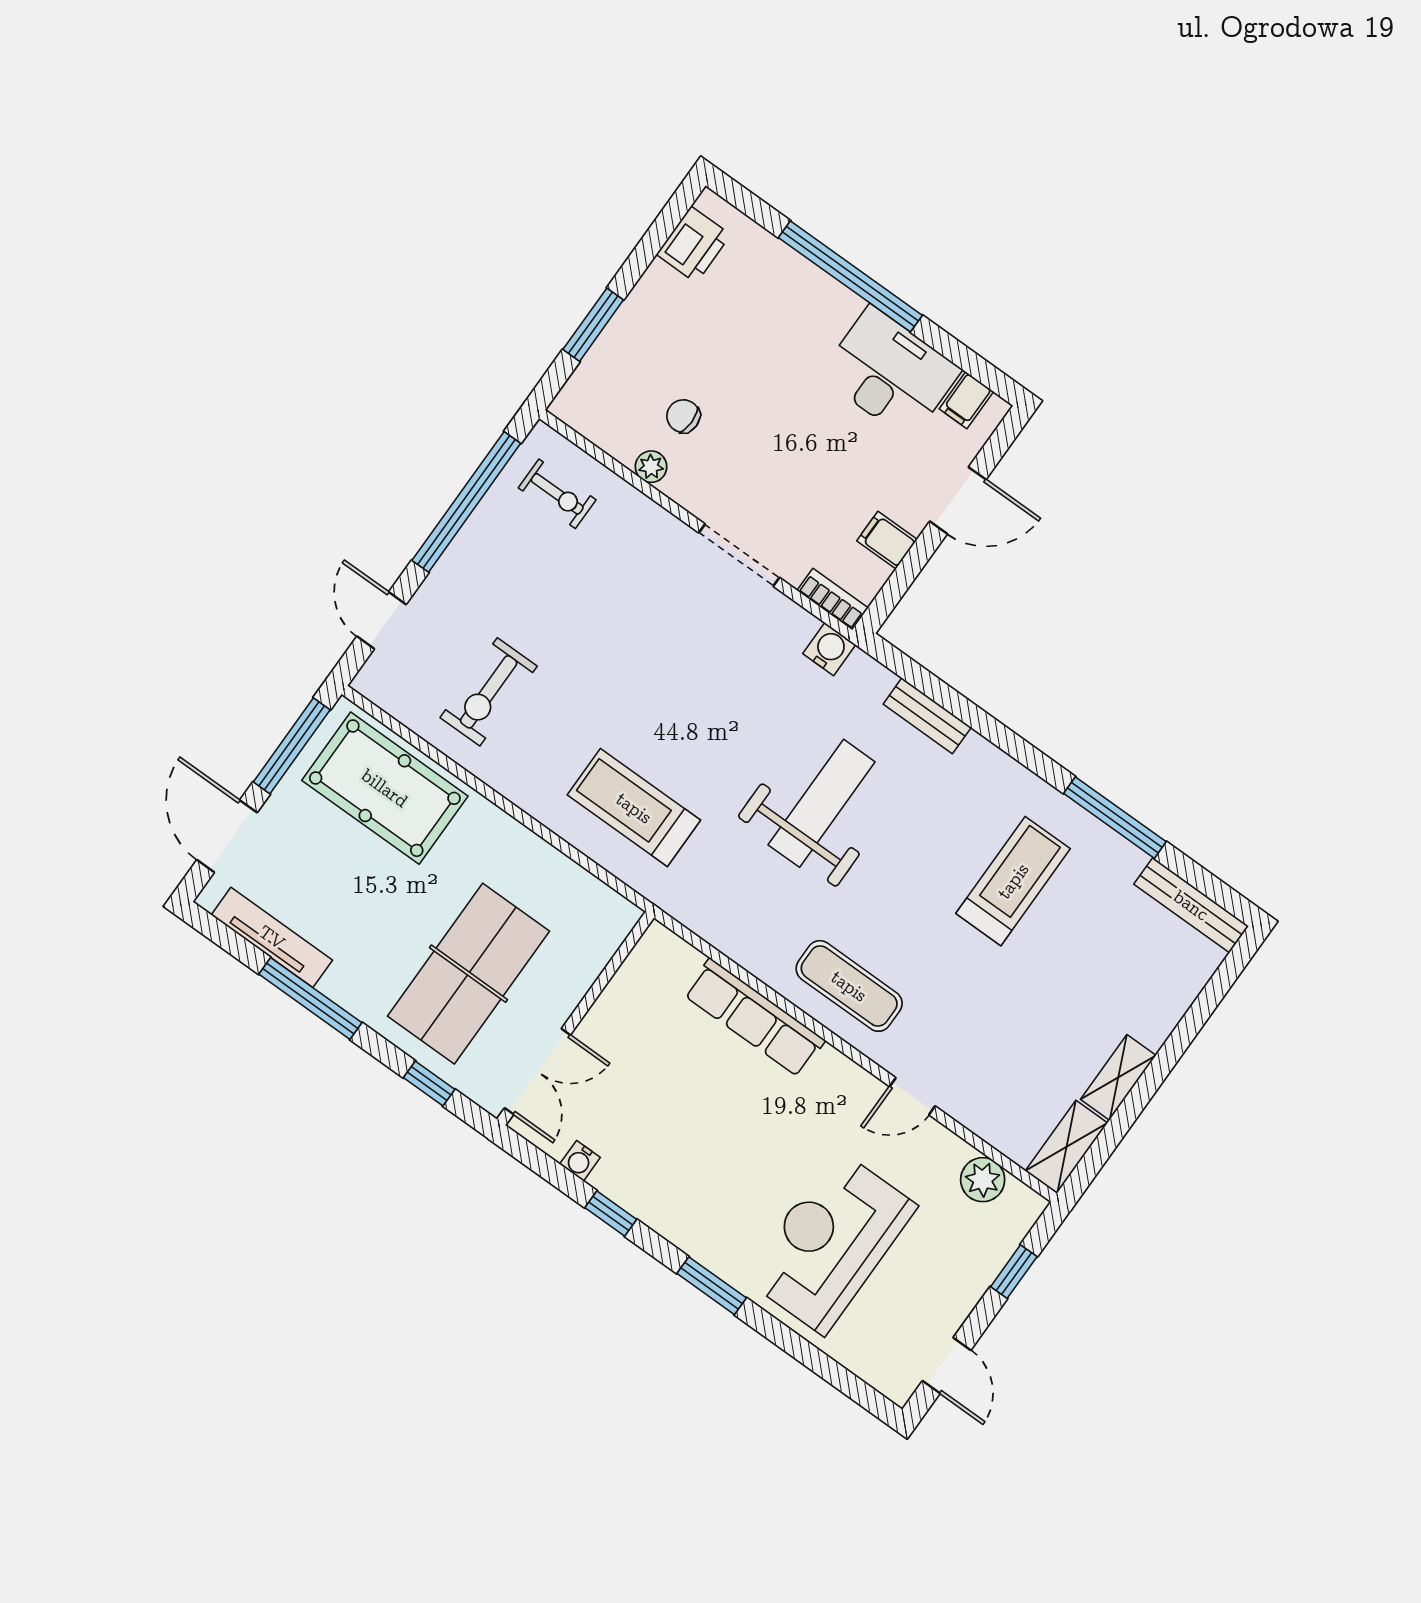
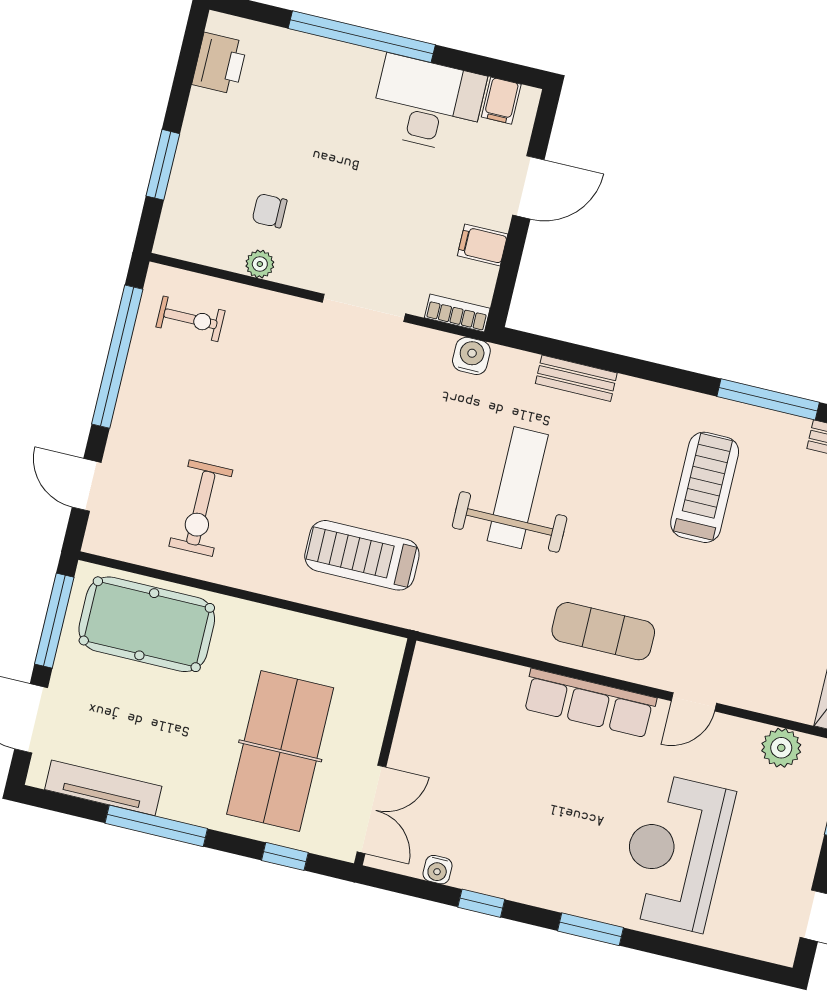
row of seats: (754, 1018) -> (589, 703), moved

